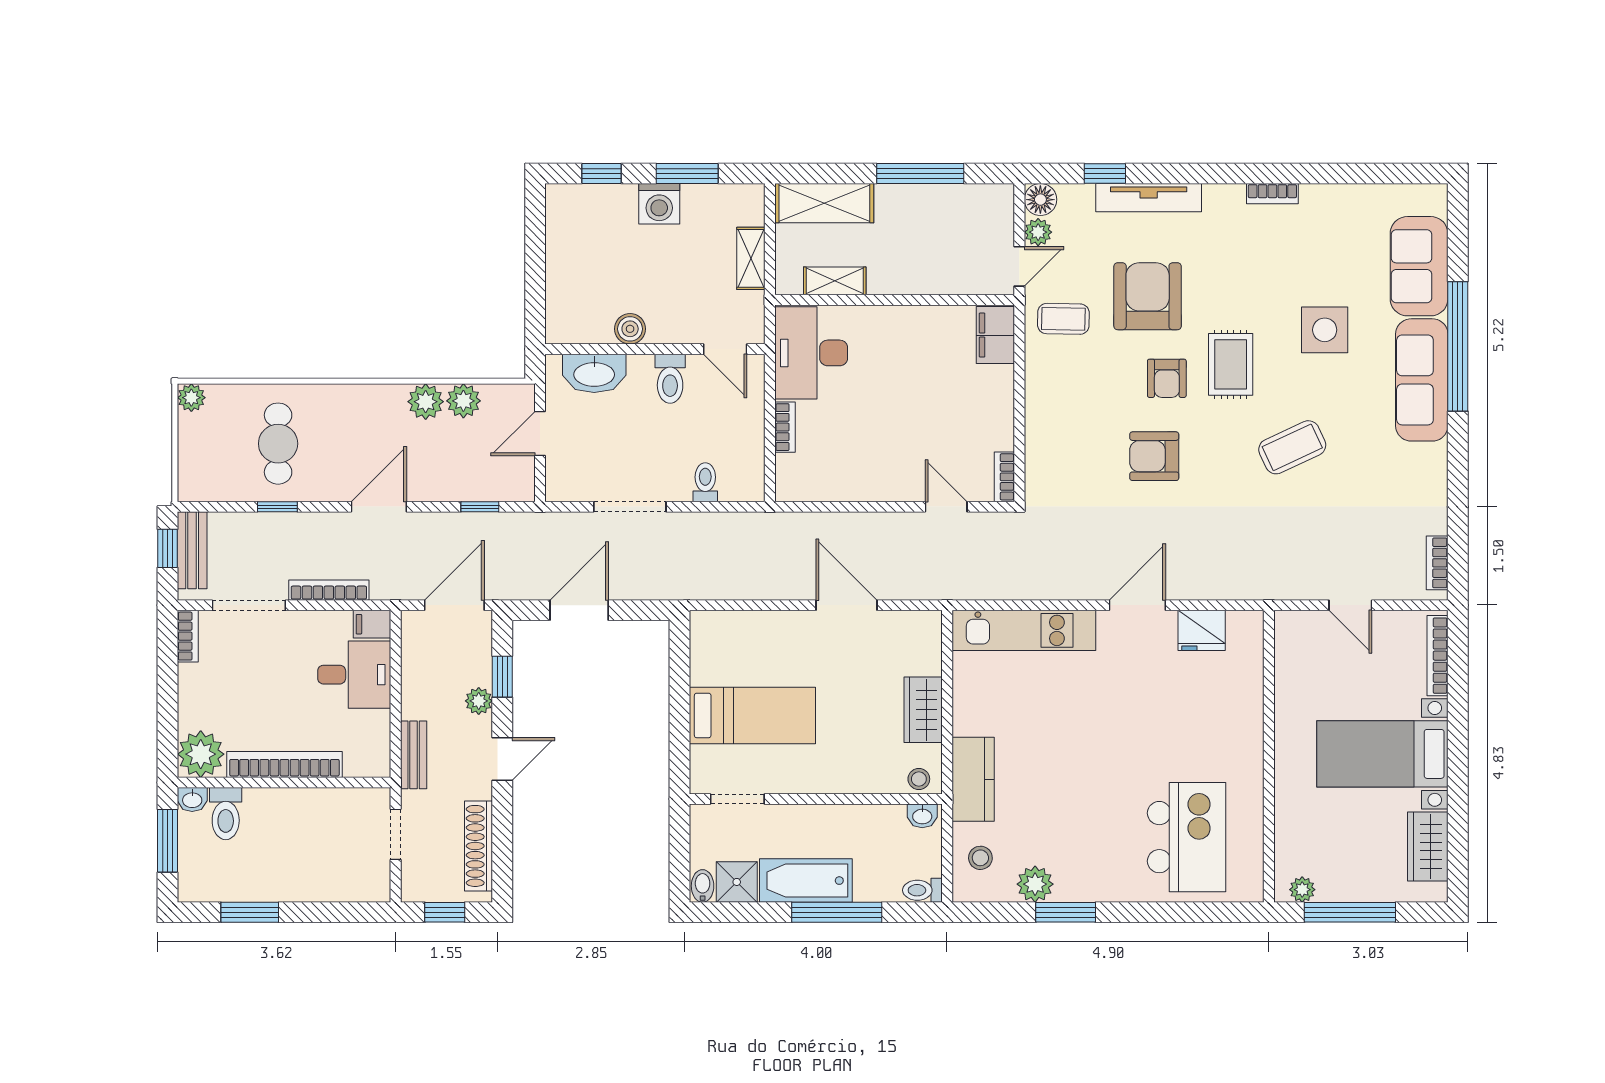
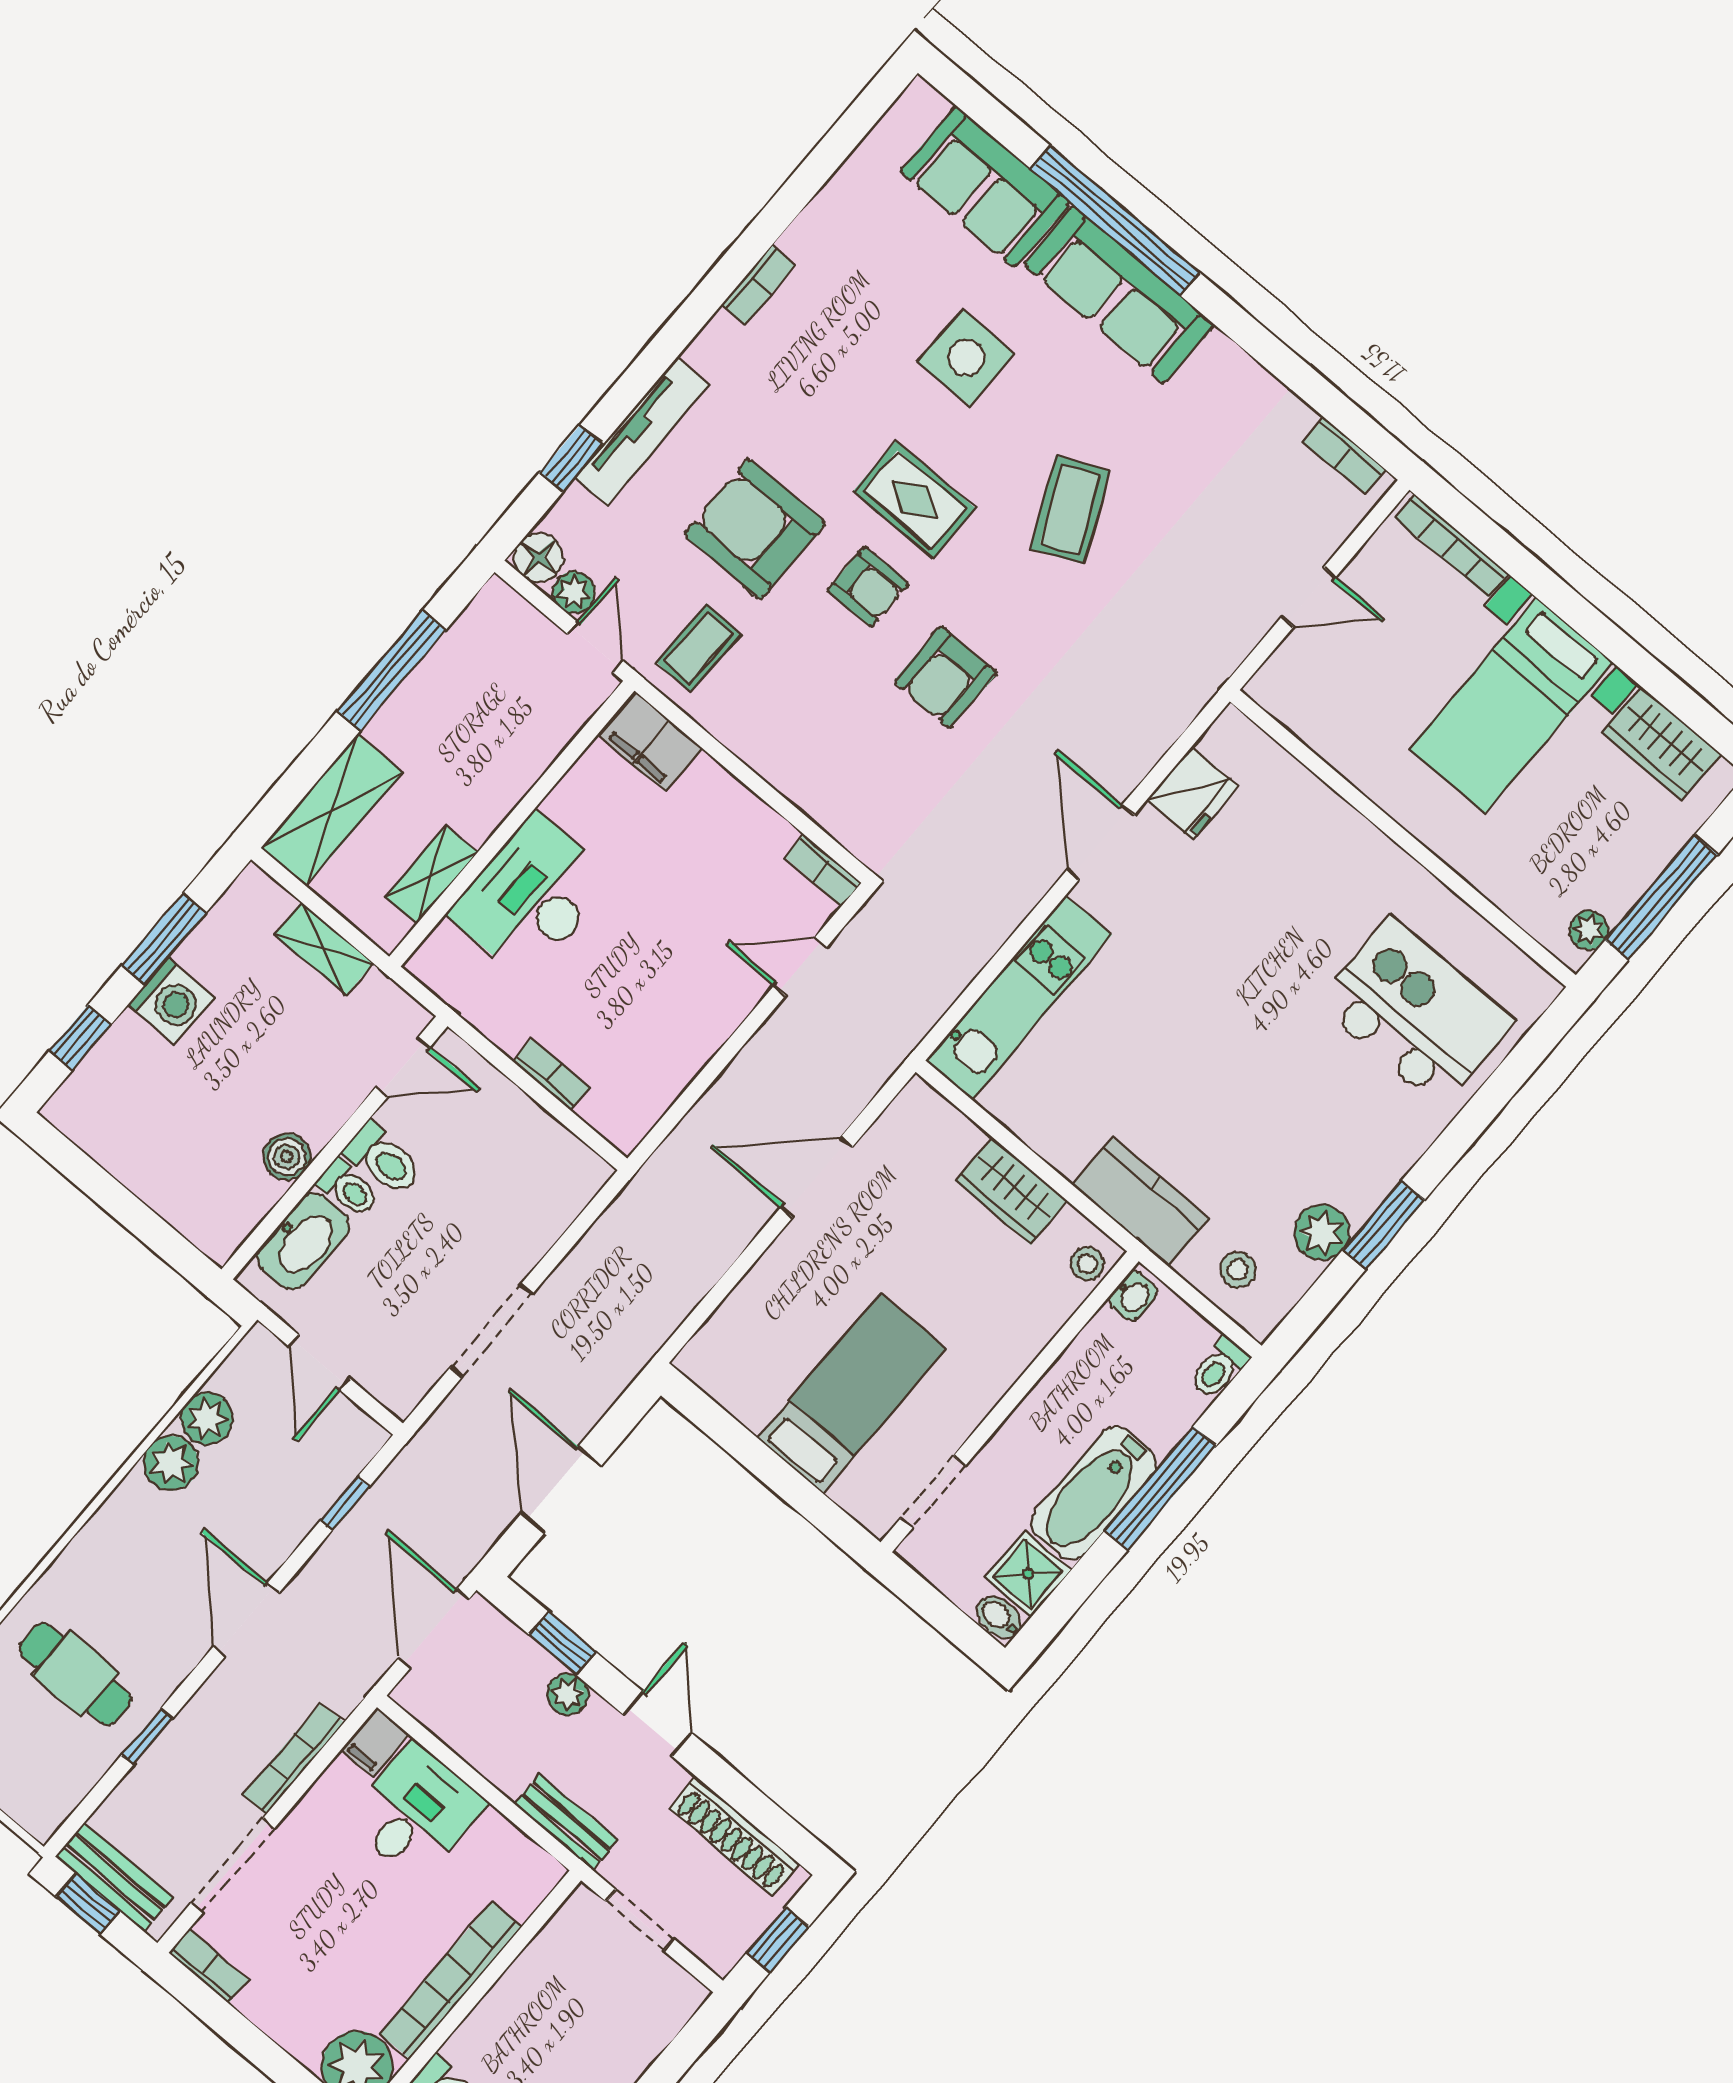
desk: (811, 353) -> (532, 897), moved, turned 90
toilet: (705, 482) -> (349, 1188), moved, turned 180

